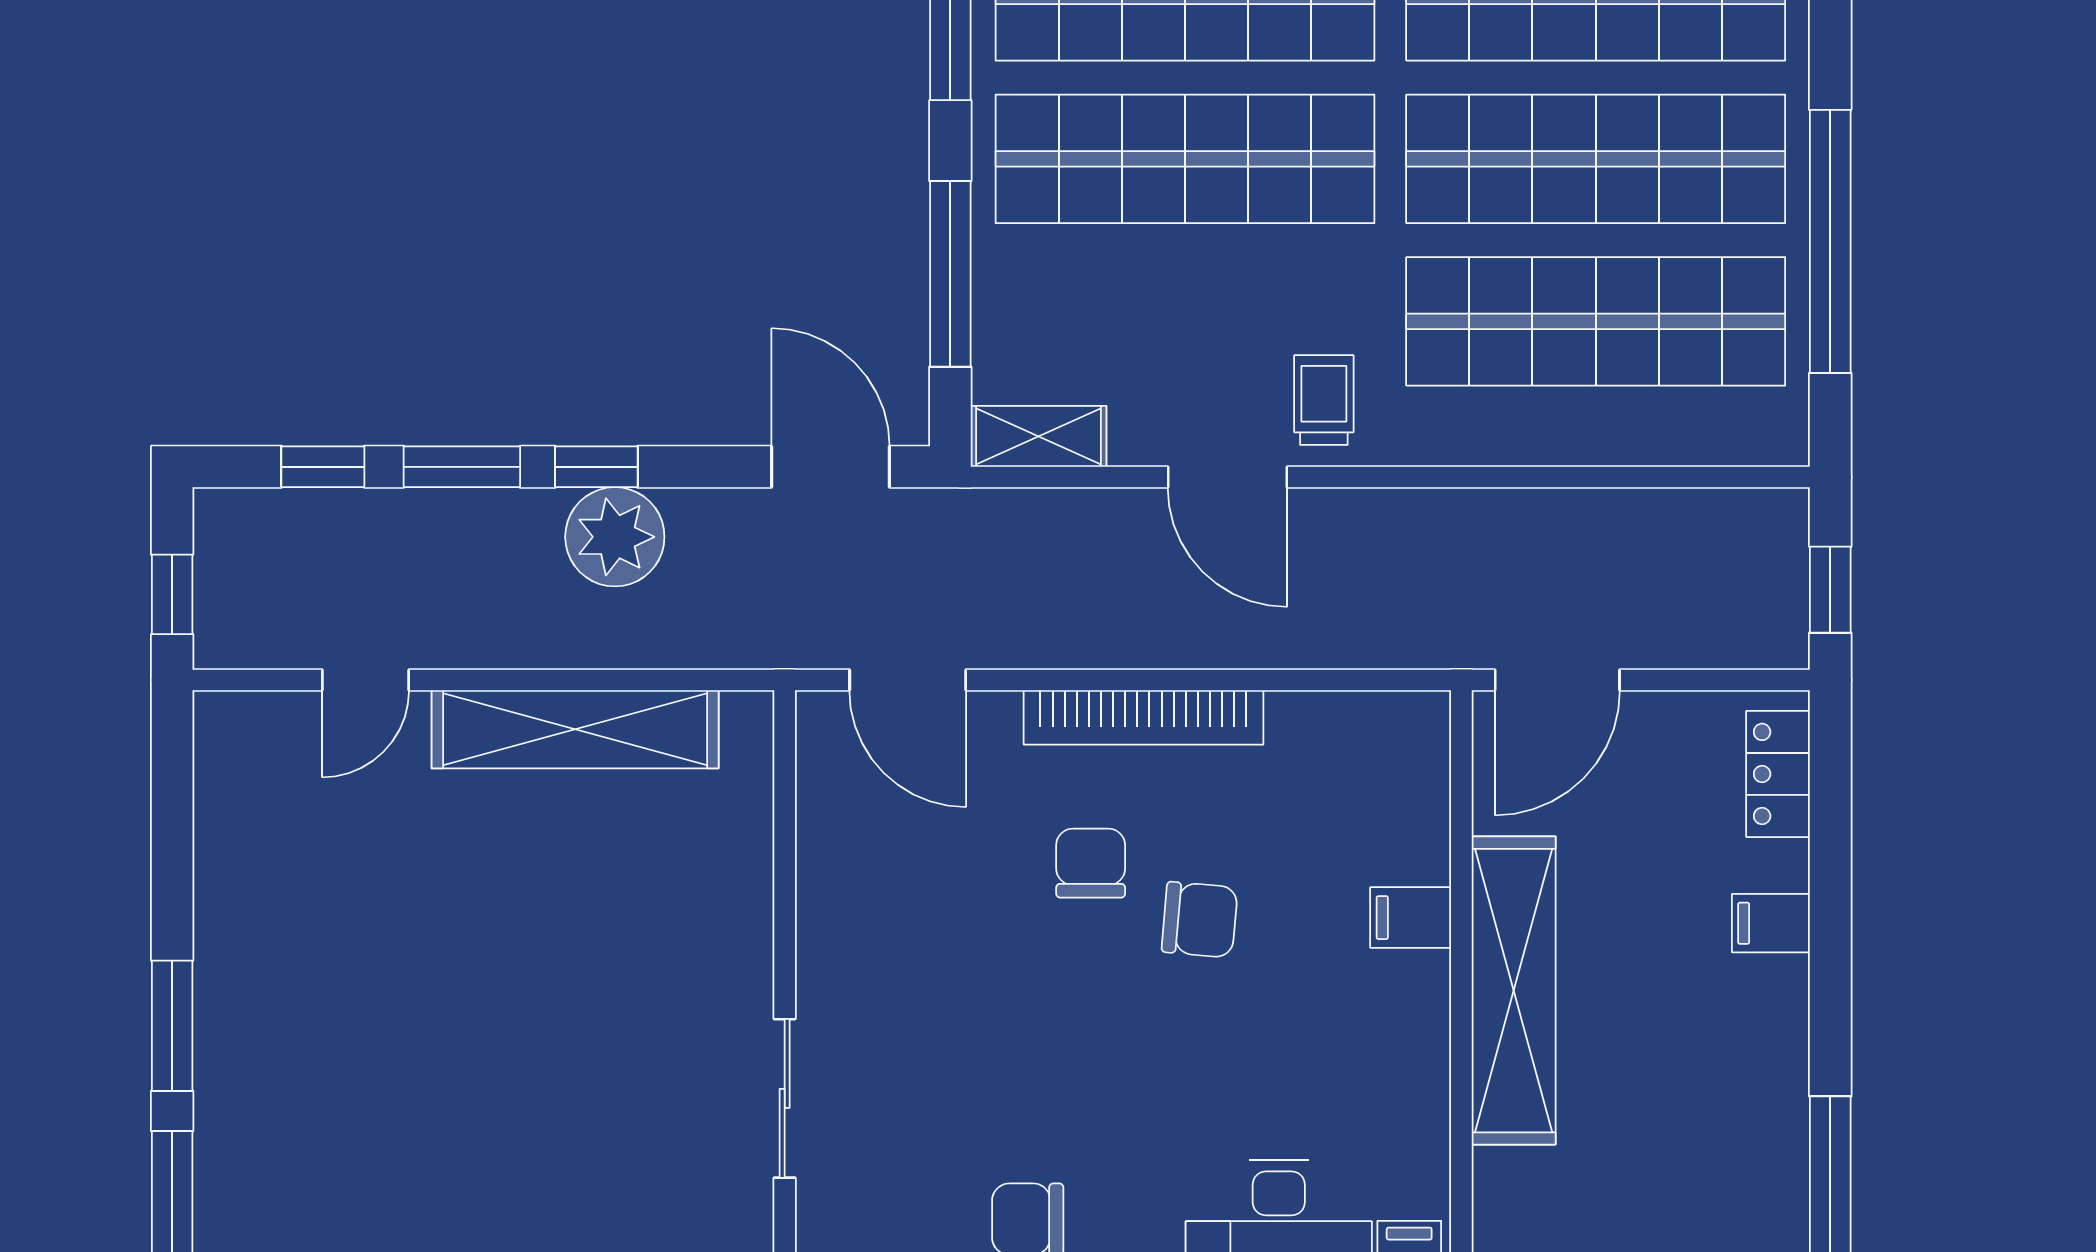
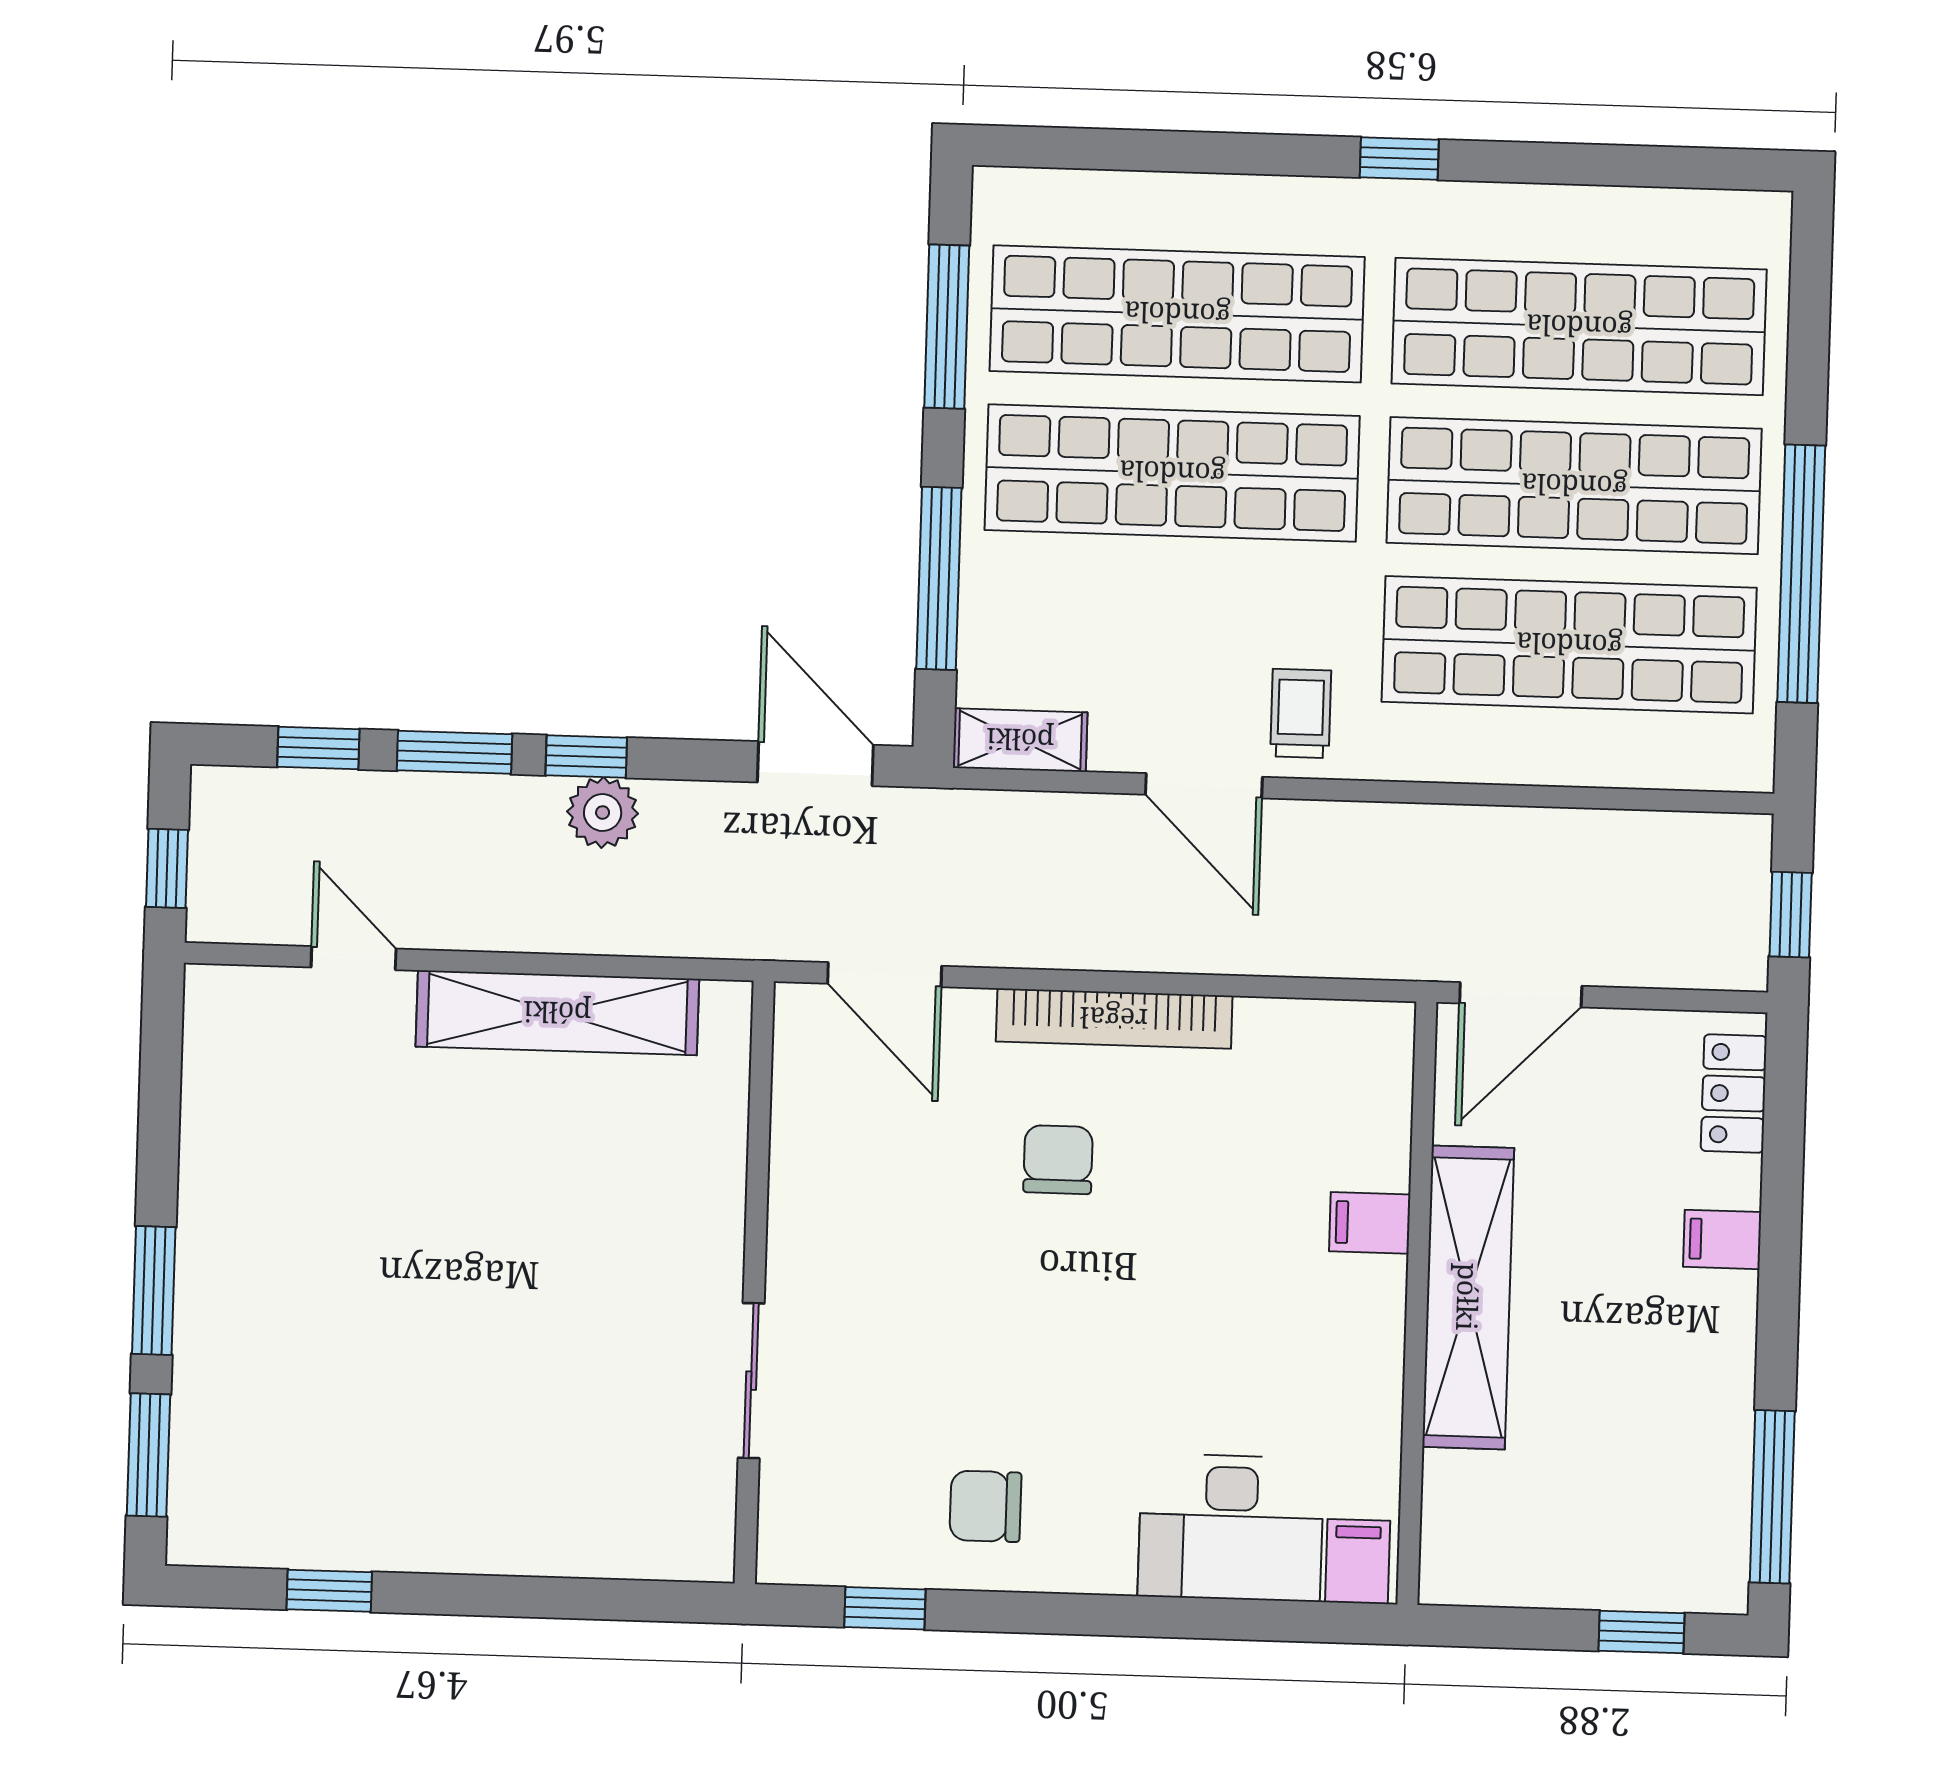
plant: (615, 537) -> (603, 813), width x0.73, depth x0.73
door: (365, 680) -> (354, 958), swing flipped
chair: (1200, 920) -> (1163, 1218), removed

